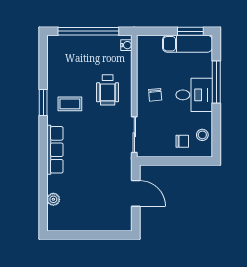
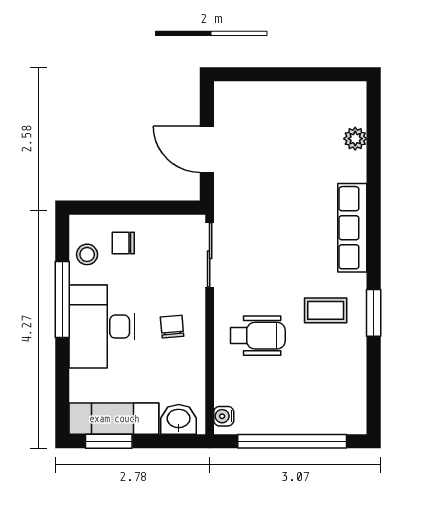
washbasin: (152, 43) -> (179, 419), added
window: (216, 82) -> (62, 300), moved
wheelchair: (108, 90) -> (258, 336), turned 90
desk: (194, 95) -> (102, 327), width x1.37

